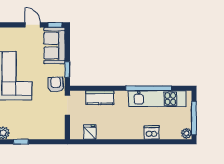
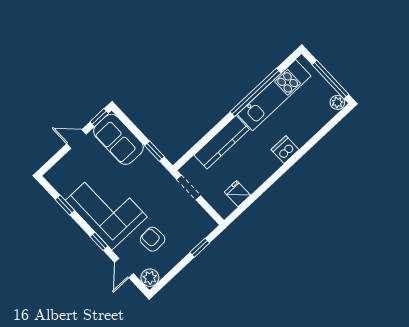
armchair: (56, 84) -> (153, 239), moved
kitchen counter: (100, 98) -> (222, 142), width x1.50
dishwasher: (152, 132) -> (285, 150), moved
window: (21, 142) -> (200, 248), moved

